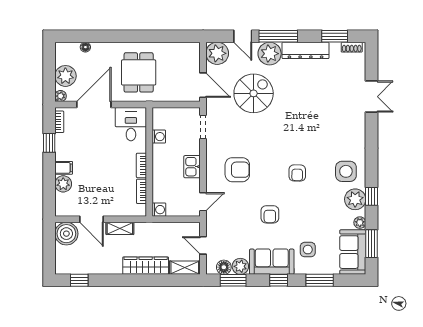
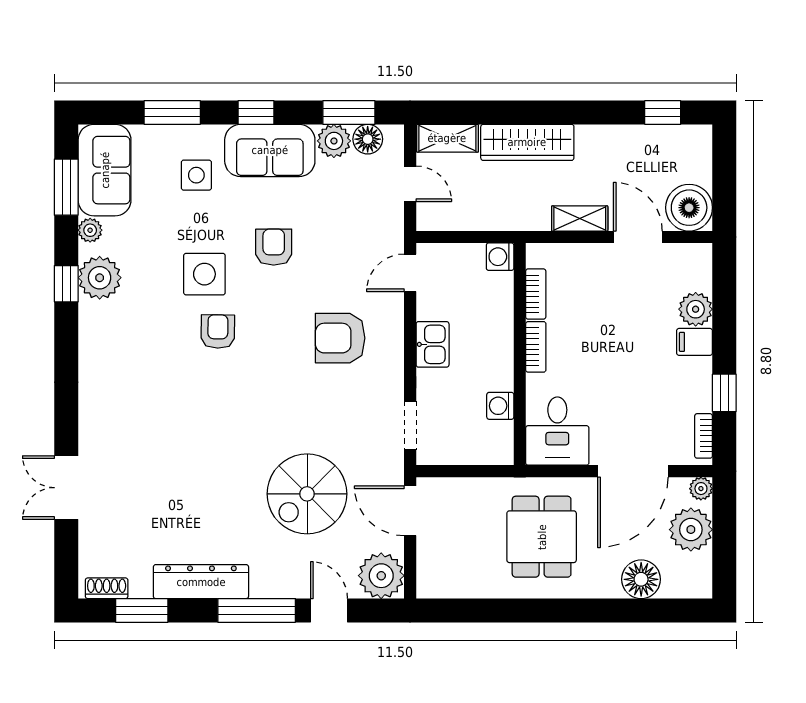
floor lamp: (85, 47) -> (641, 579), width x1.89, depth x1.89
plant: (270, 54) -> (274, 575), removed
side table: (346, 171) -> (204, 274), moved

